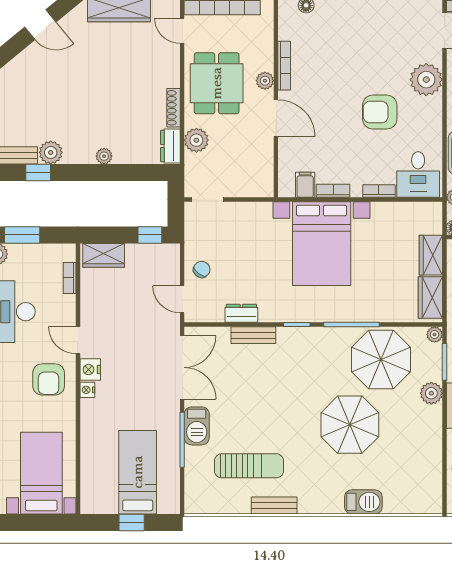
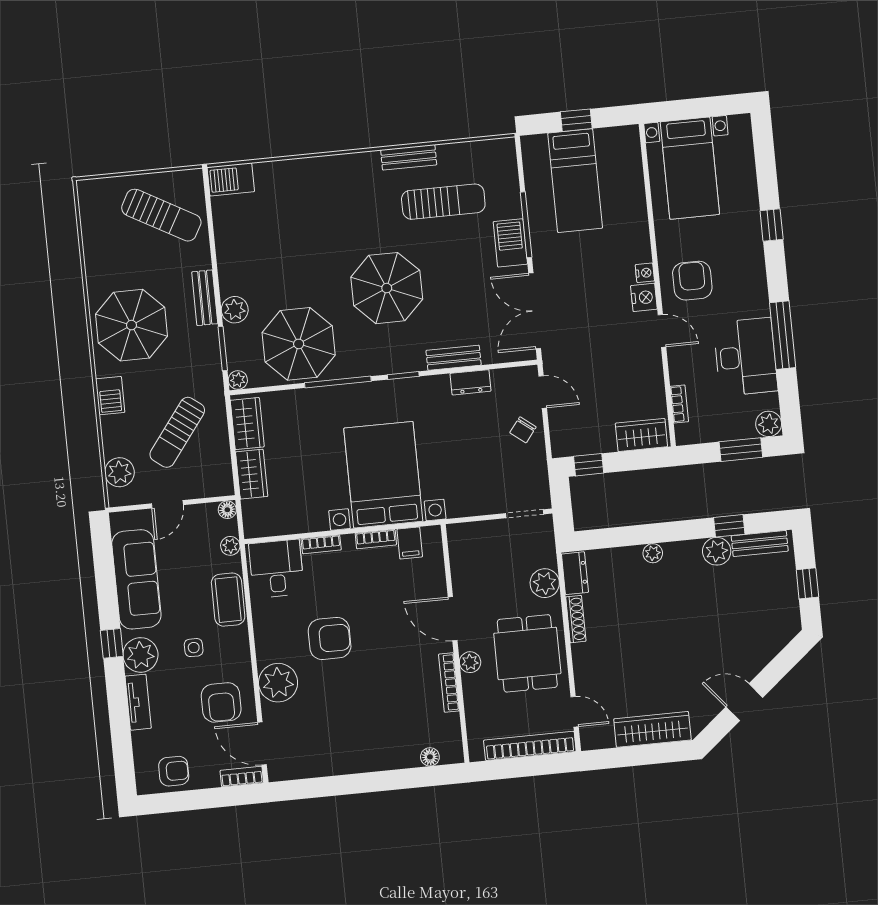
parasol: (350, 425) -> (387, 288), moved
sun lounger: (249, 466) -> (443, 202), turned 180
barbecue: (363, 502) -> (231, 179), moved

